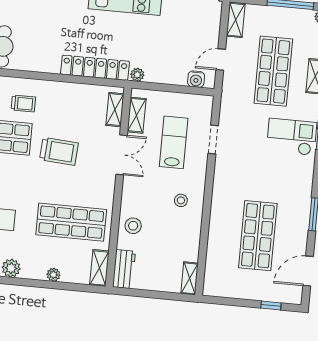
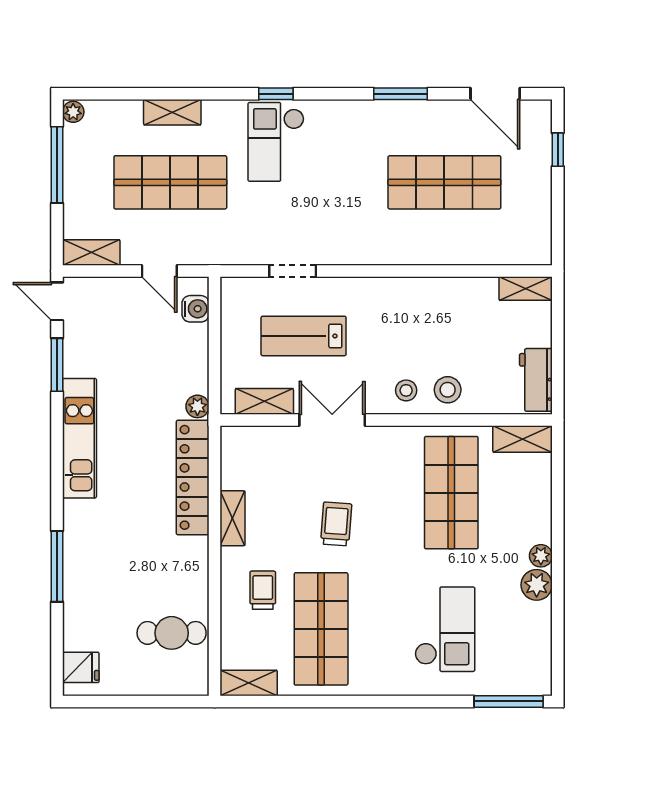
shelving: (115, 110) -> (233, 518), moved, turned 90
trolley: (59, 151) -> (336, 524), width x0.73, depth x0.72
stool: (181, 200) -> (406, 390), moved
workbench: (124, 269) -> (536, 380), moved, turned -90
plant: (53, 275) -> (541, 556), moved

